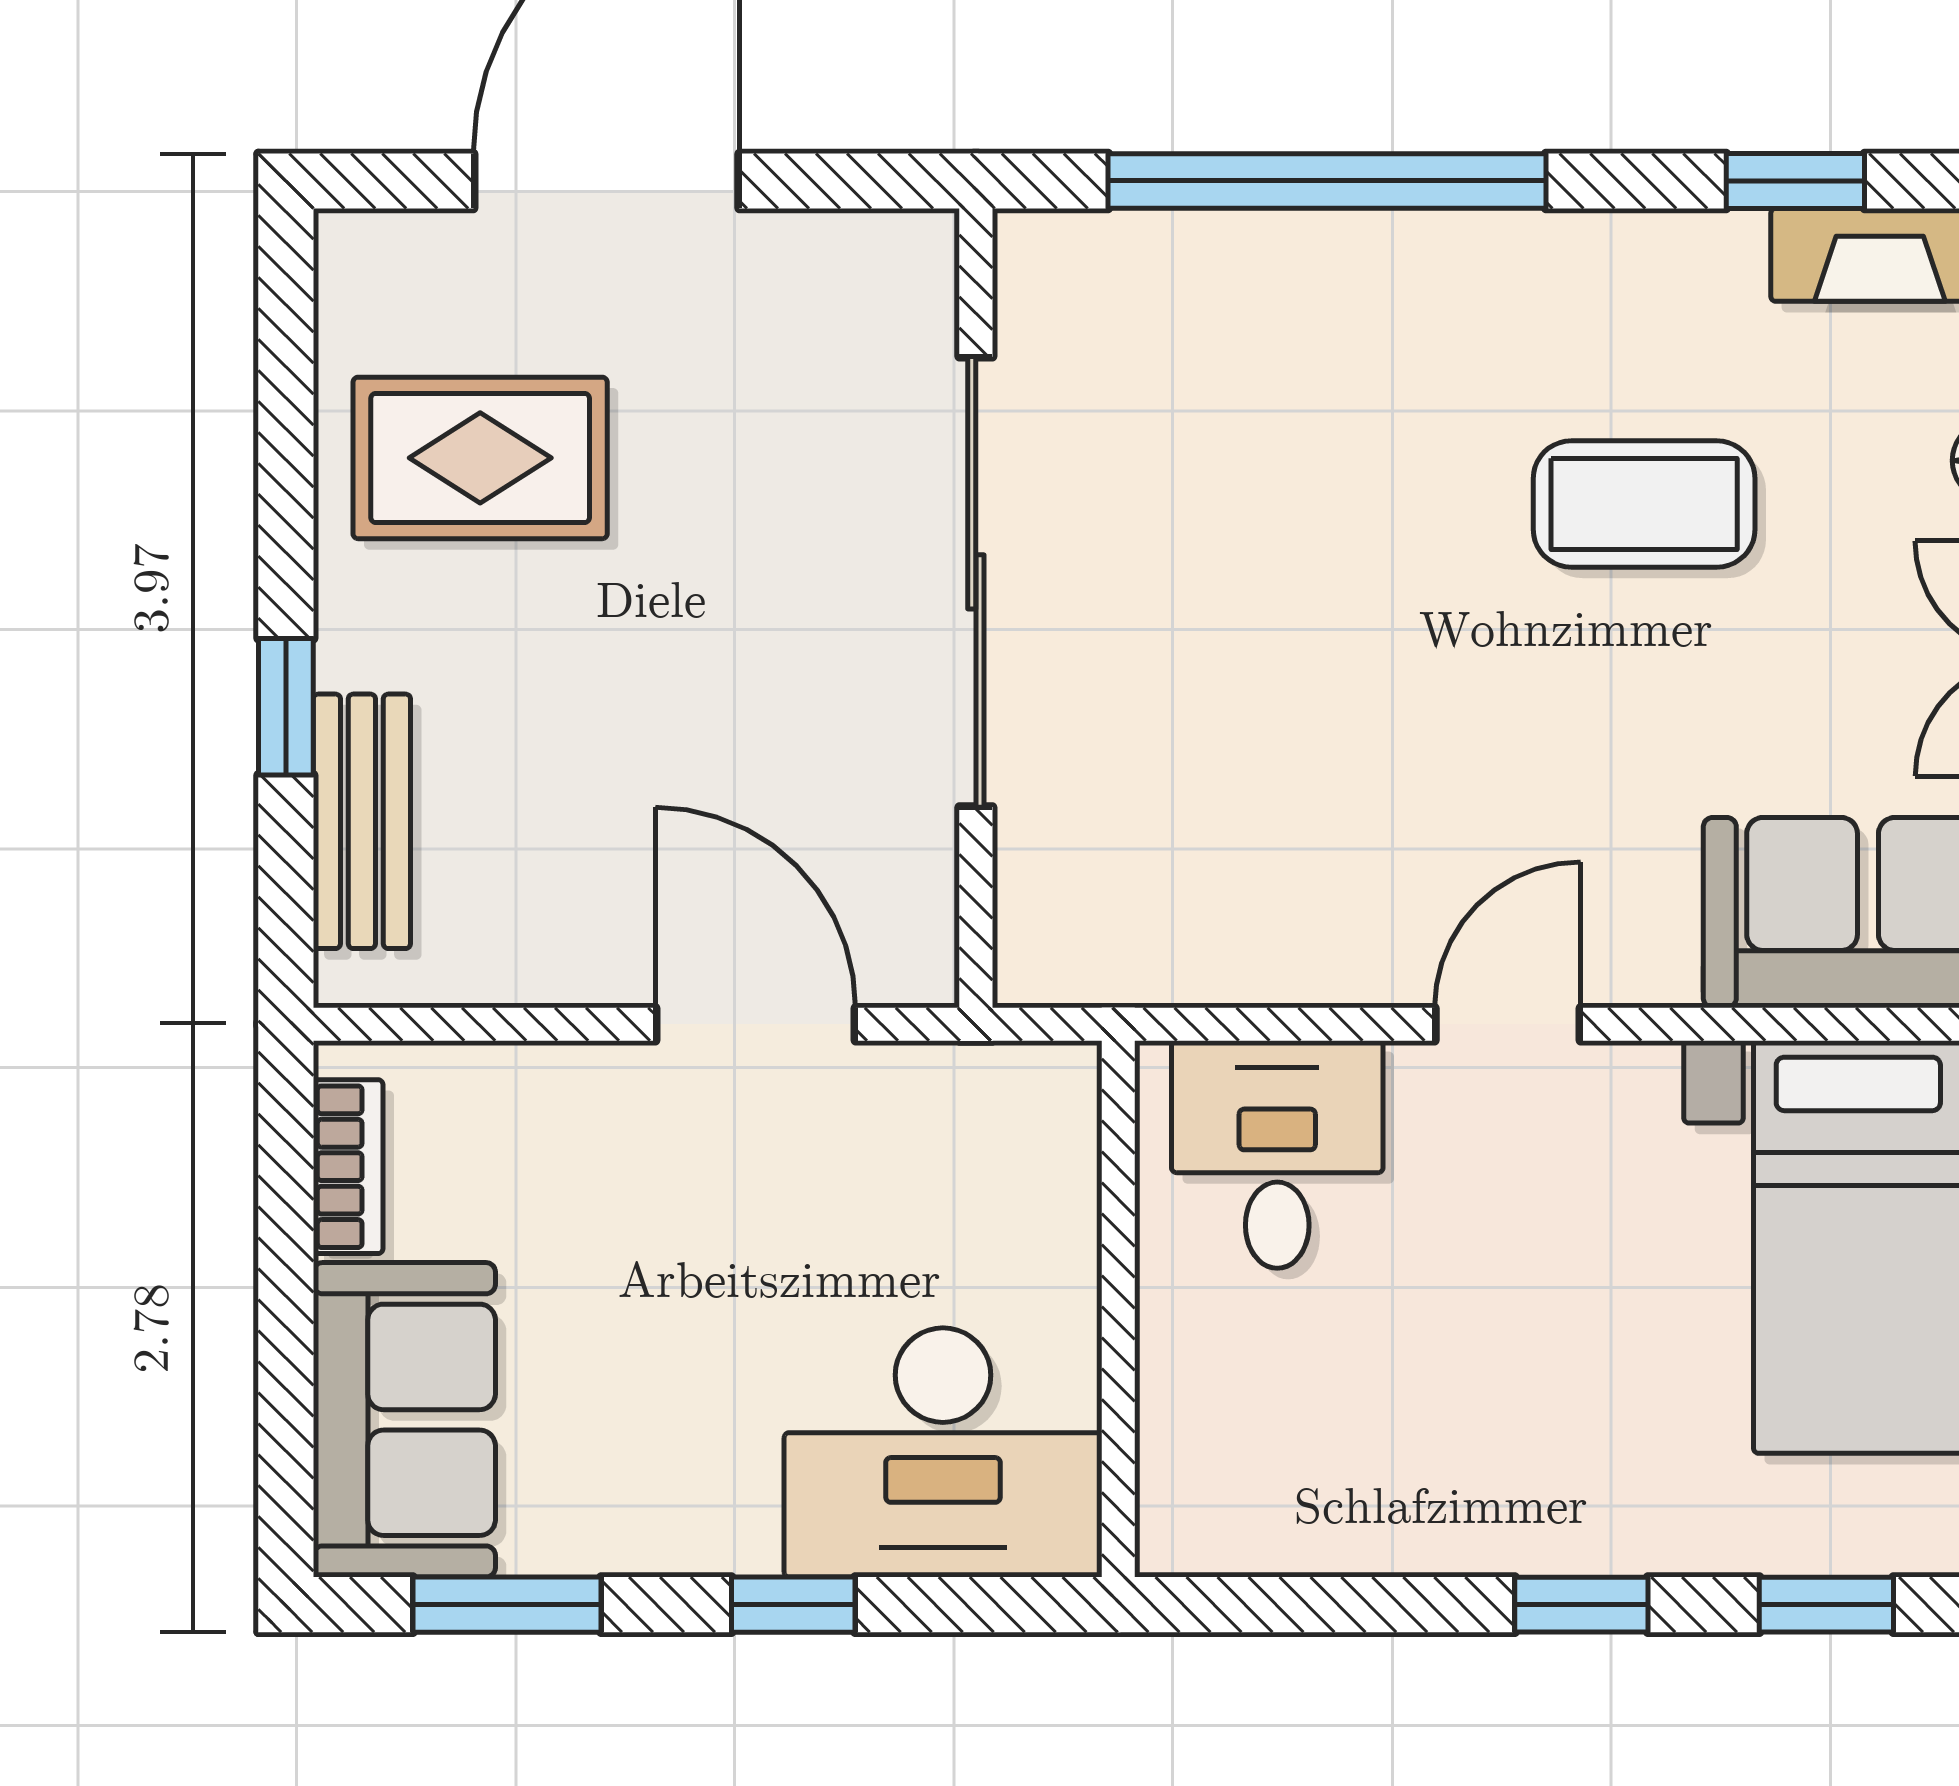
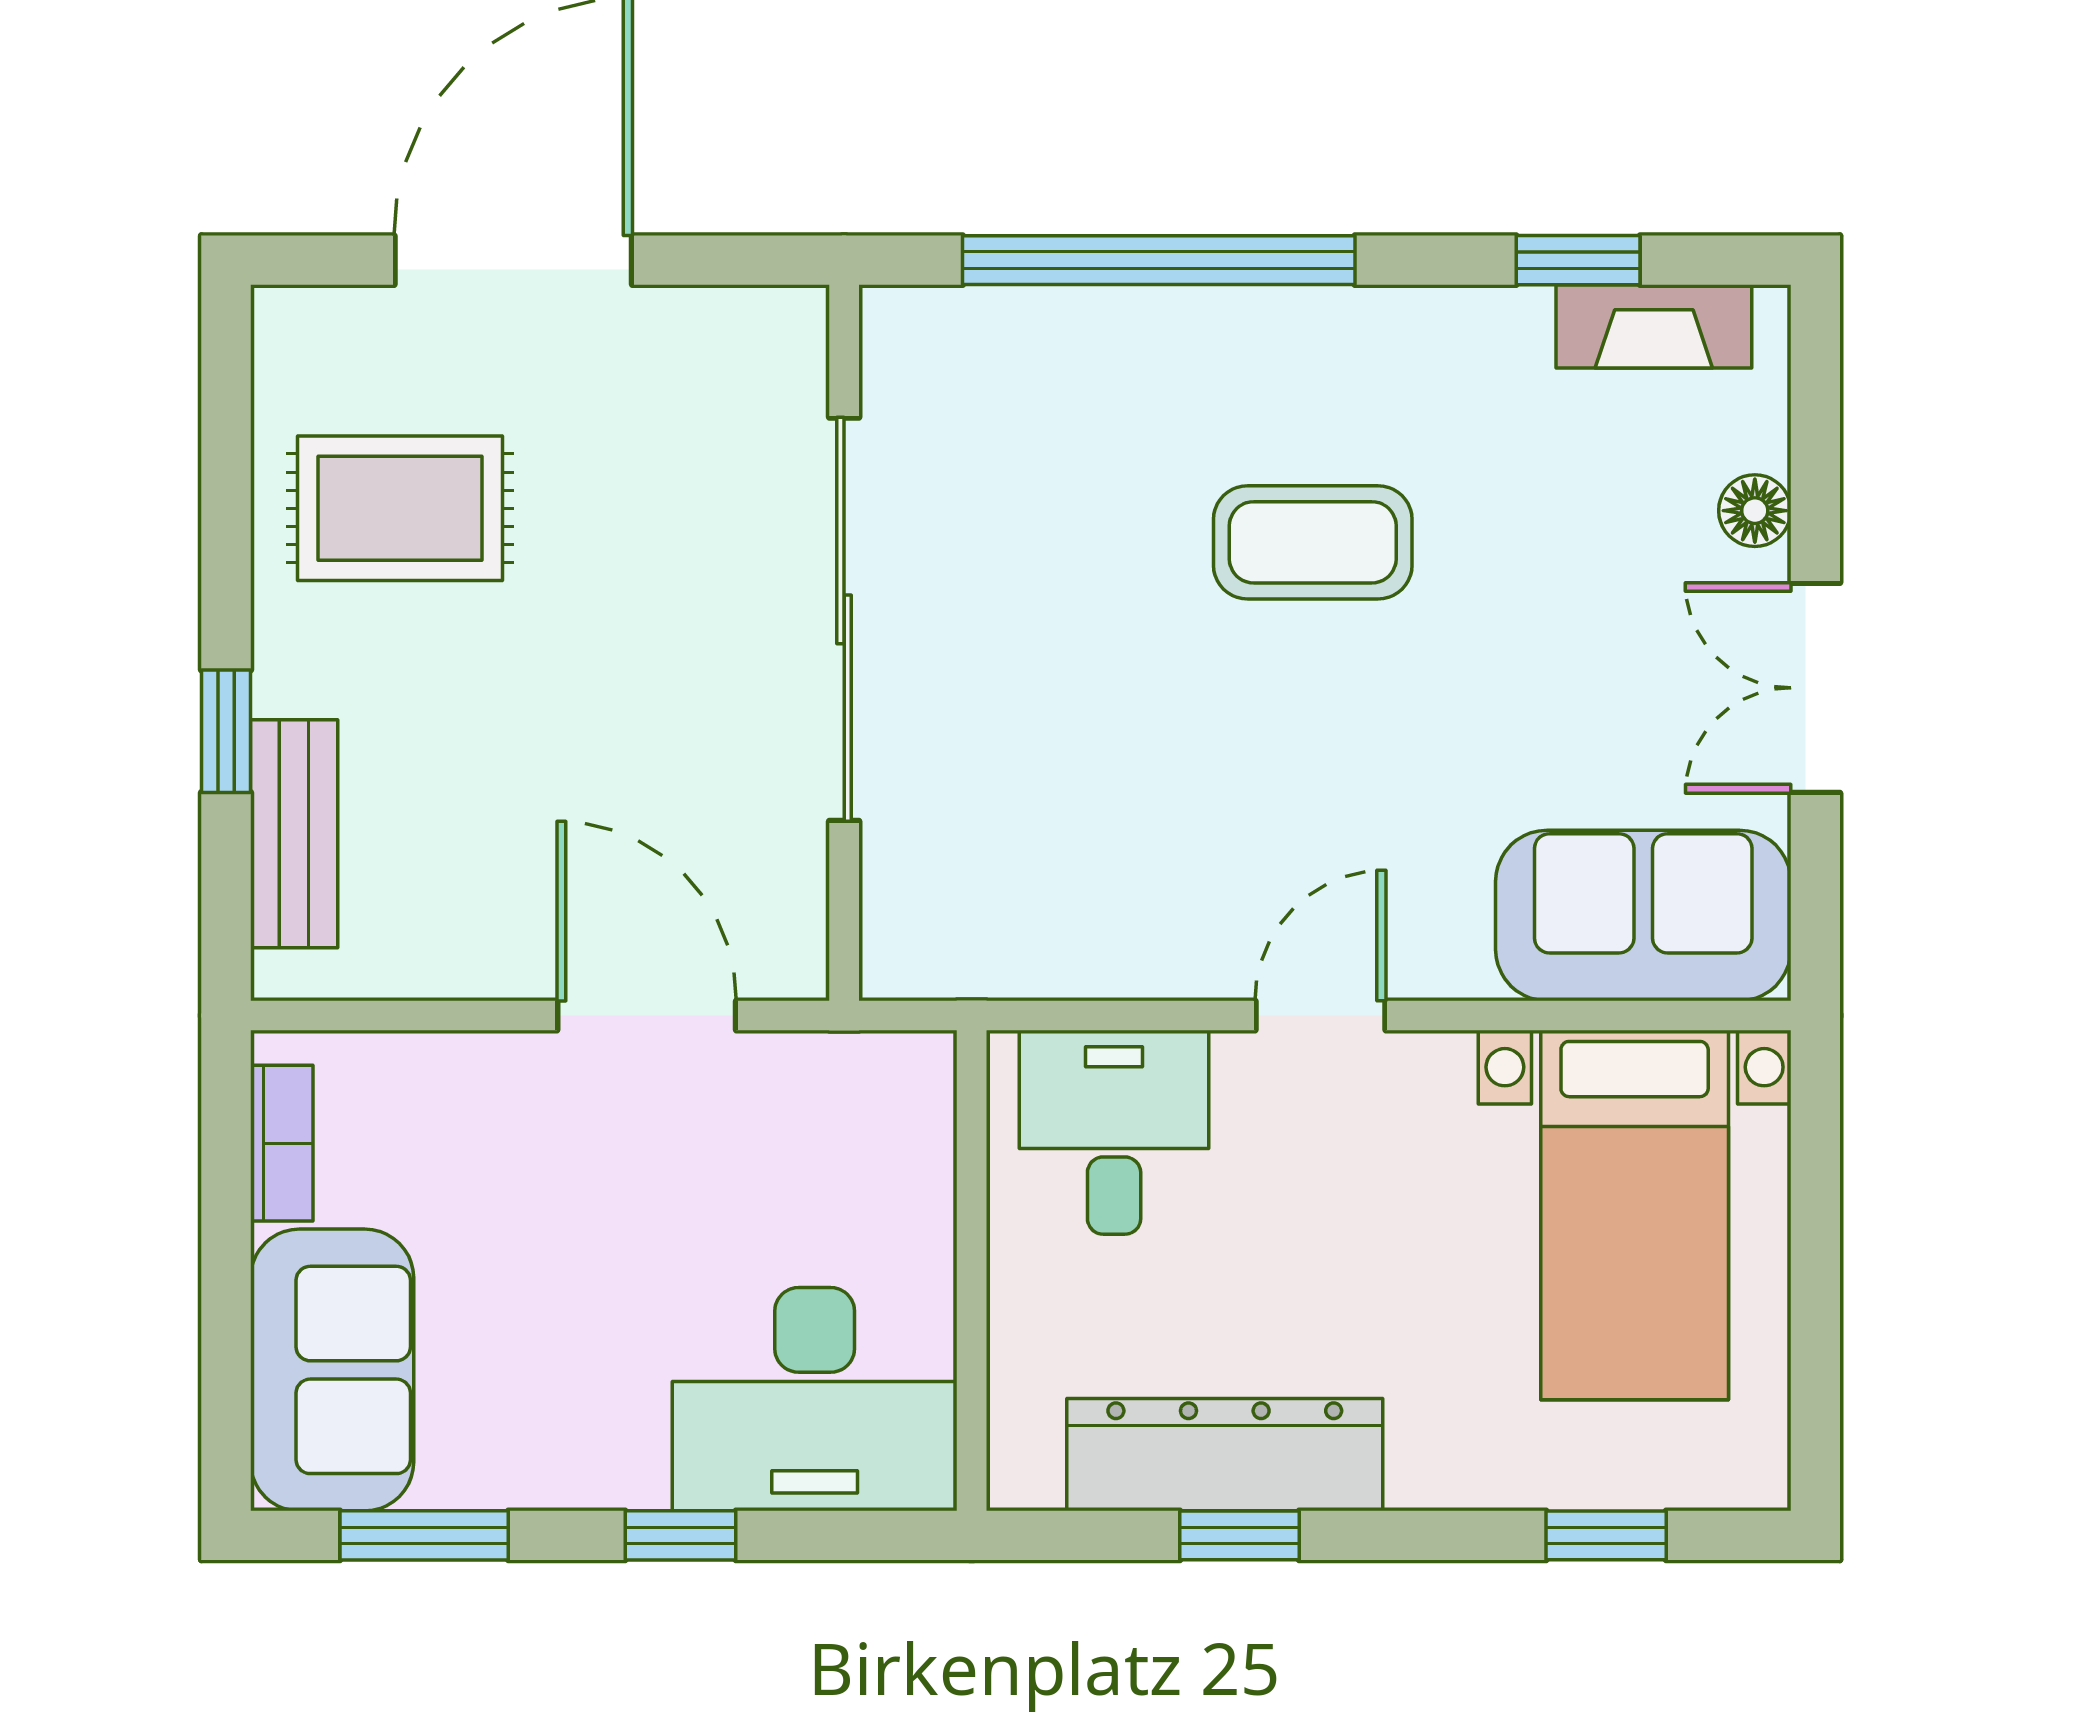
coffee table: (1644, 504) -> (1313, 542), moved
dresser: (1401, 1514) -> (1225, 1455), added
window: (1581, 1605) -> (1240, 1535), moved

